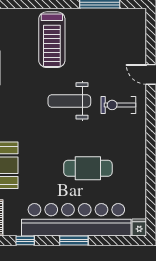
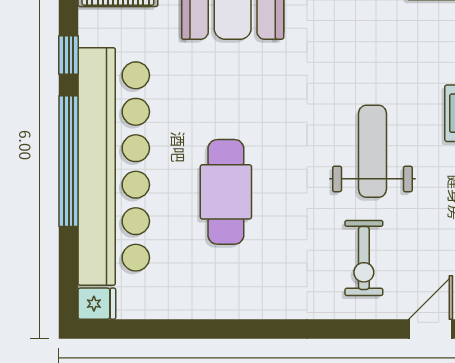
exercise bike: (118, 105) -> (364, 258), turned 180
window: (74, 241) -> (69, 161), width x2.11

